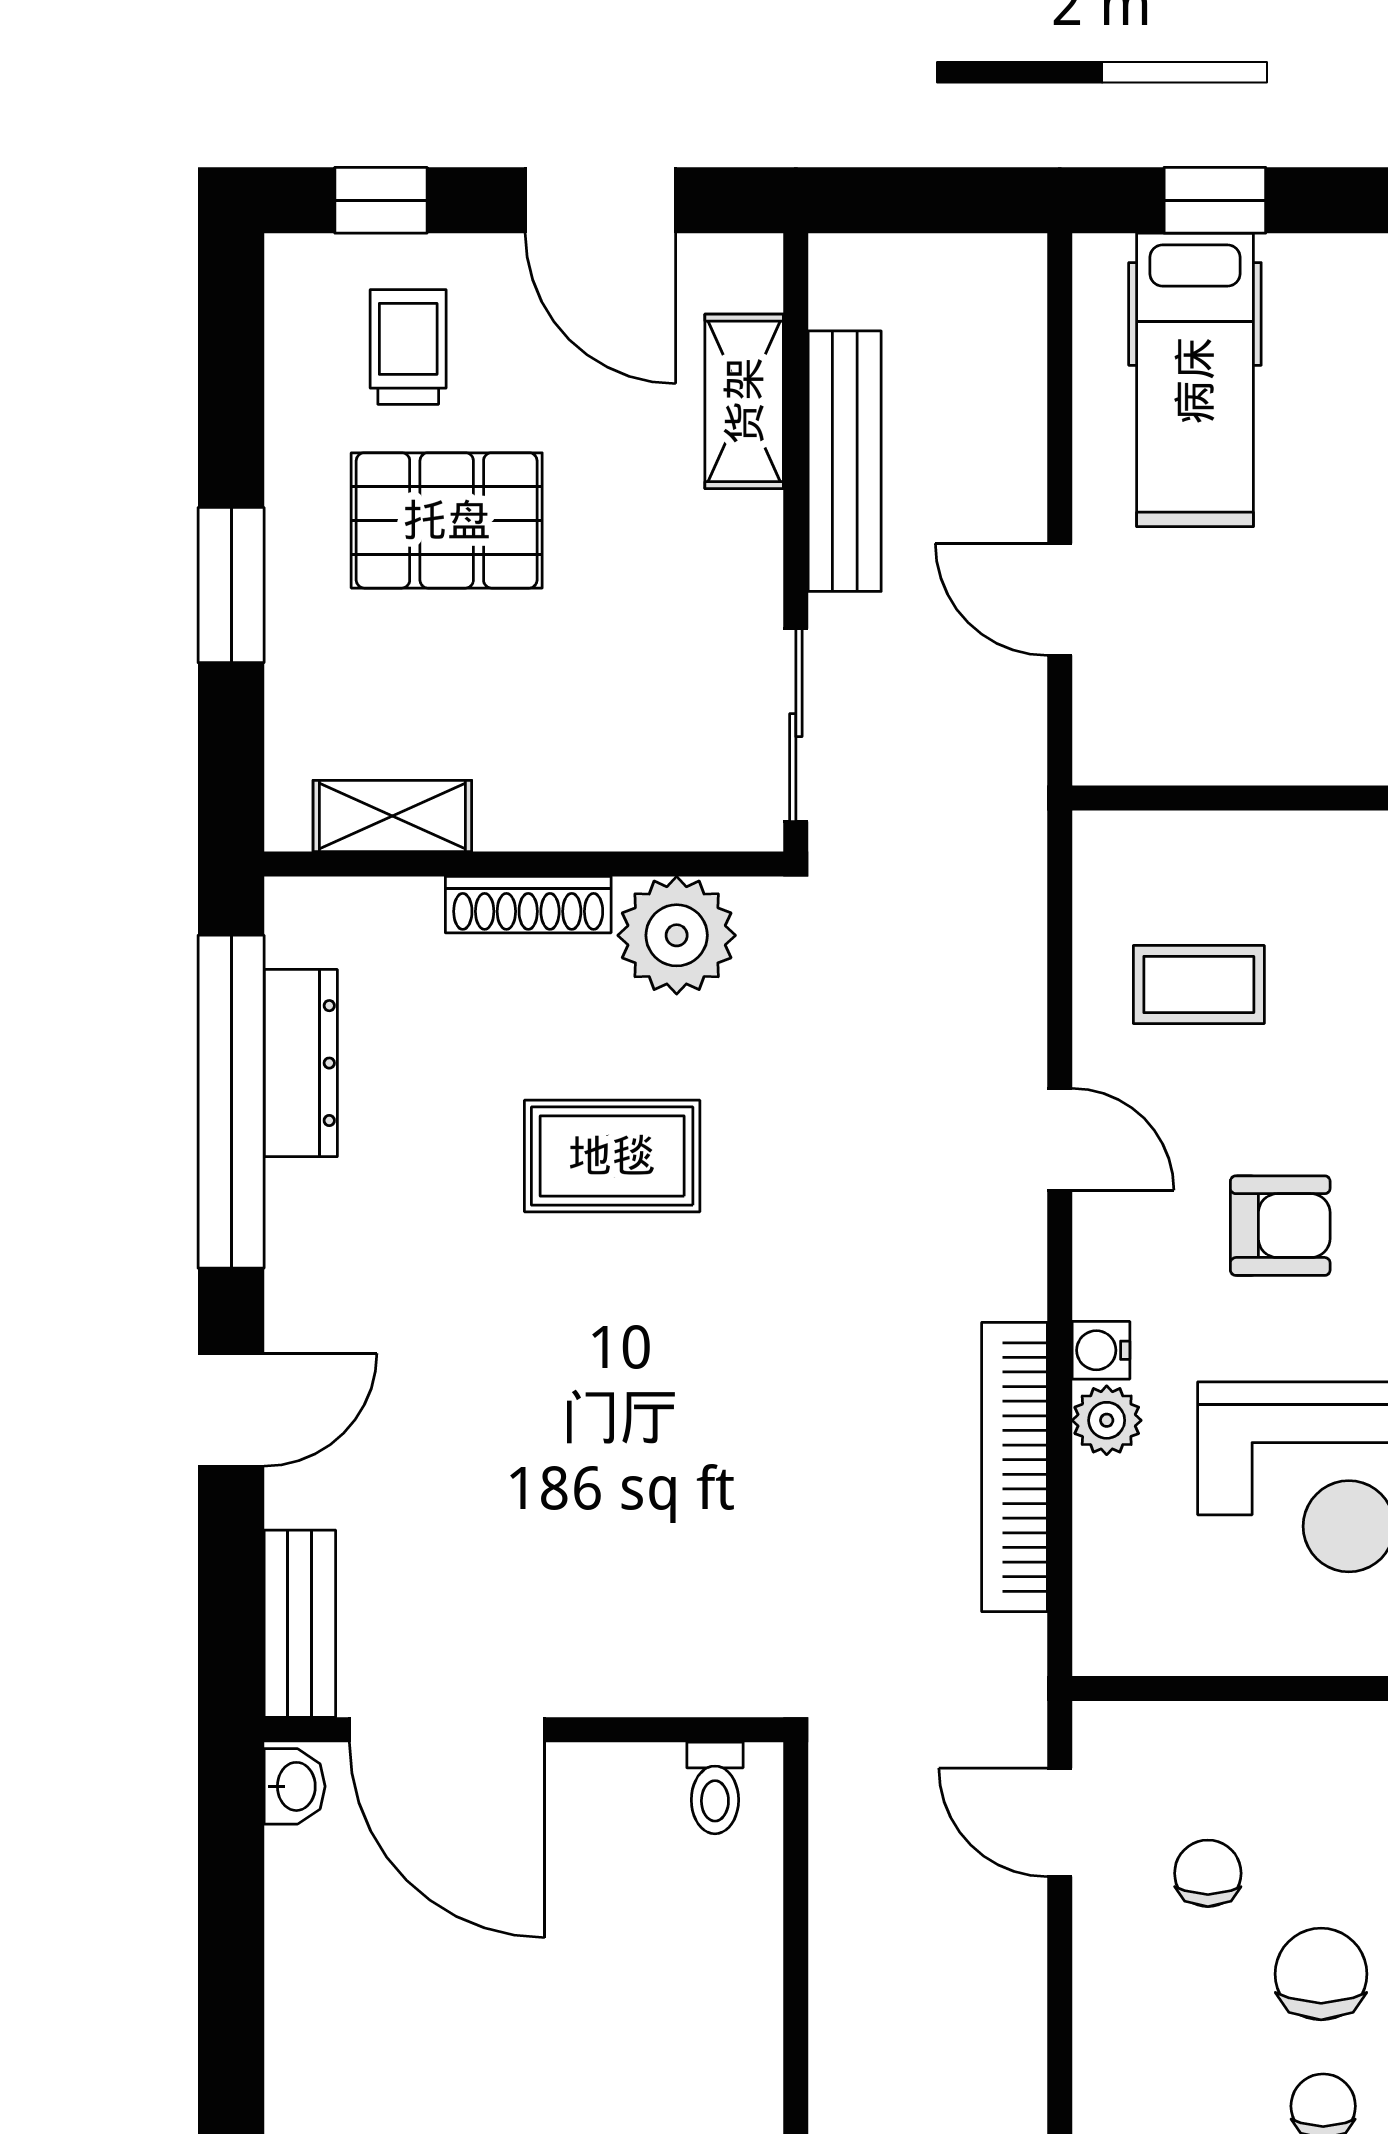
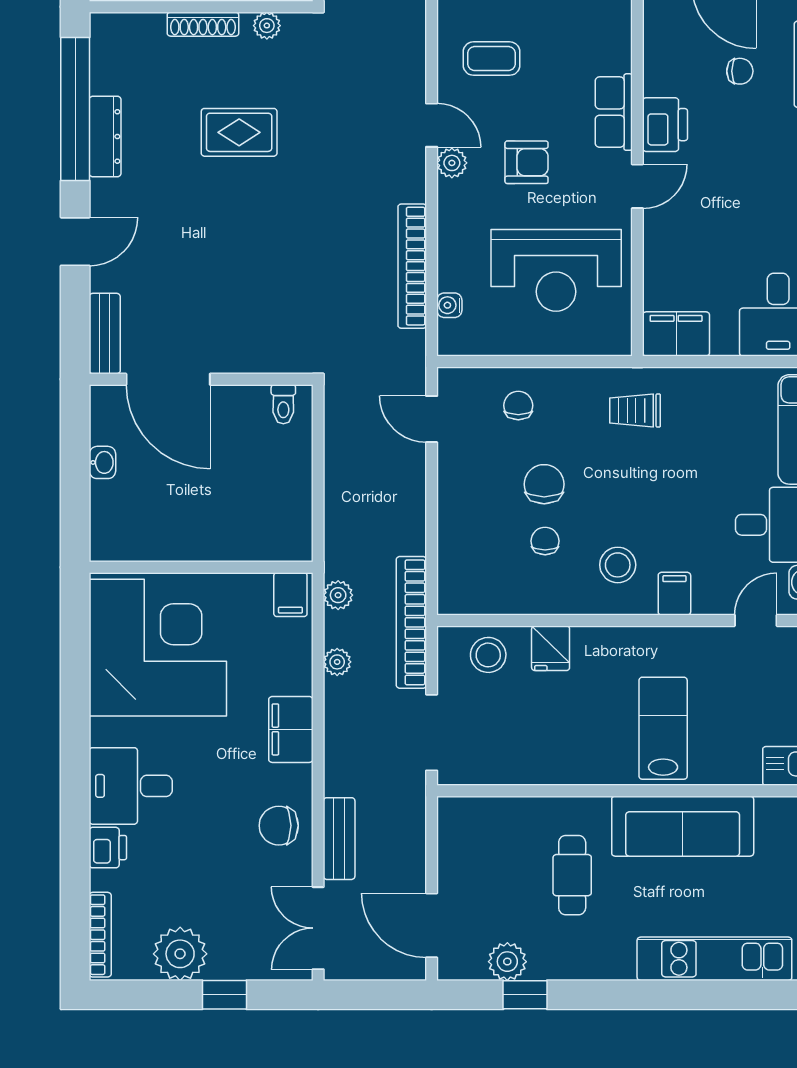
plant: (677, 935) -> (267, 26), width x0.53, depth x0.53
dresser: (301, 1063) -> (105, 136), moved
water cooler: (1101, 1350) -> (449, 305), moved
plant: (1107, 1420) -> (452, 163), moved
washbasin: (295, 1786) -> (102, 462), moved
chair: (1208, 1873) -> (518, 405), moved

